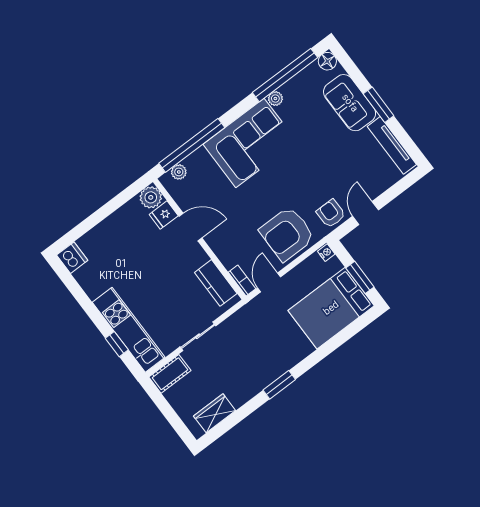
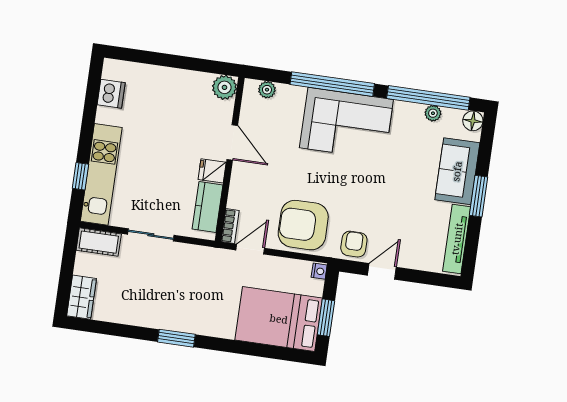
plant: (275, 99) -> (433, 113), moved
window: (192, 145) -> (332, 84), moved
fridge: (164, 215) -> (212, 171), moved
dishwasher: (72, 258) -> (111, 94), moved
wardrobe: (215, 413) -> (82, 297), moved, turned 90

